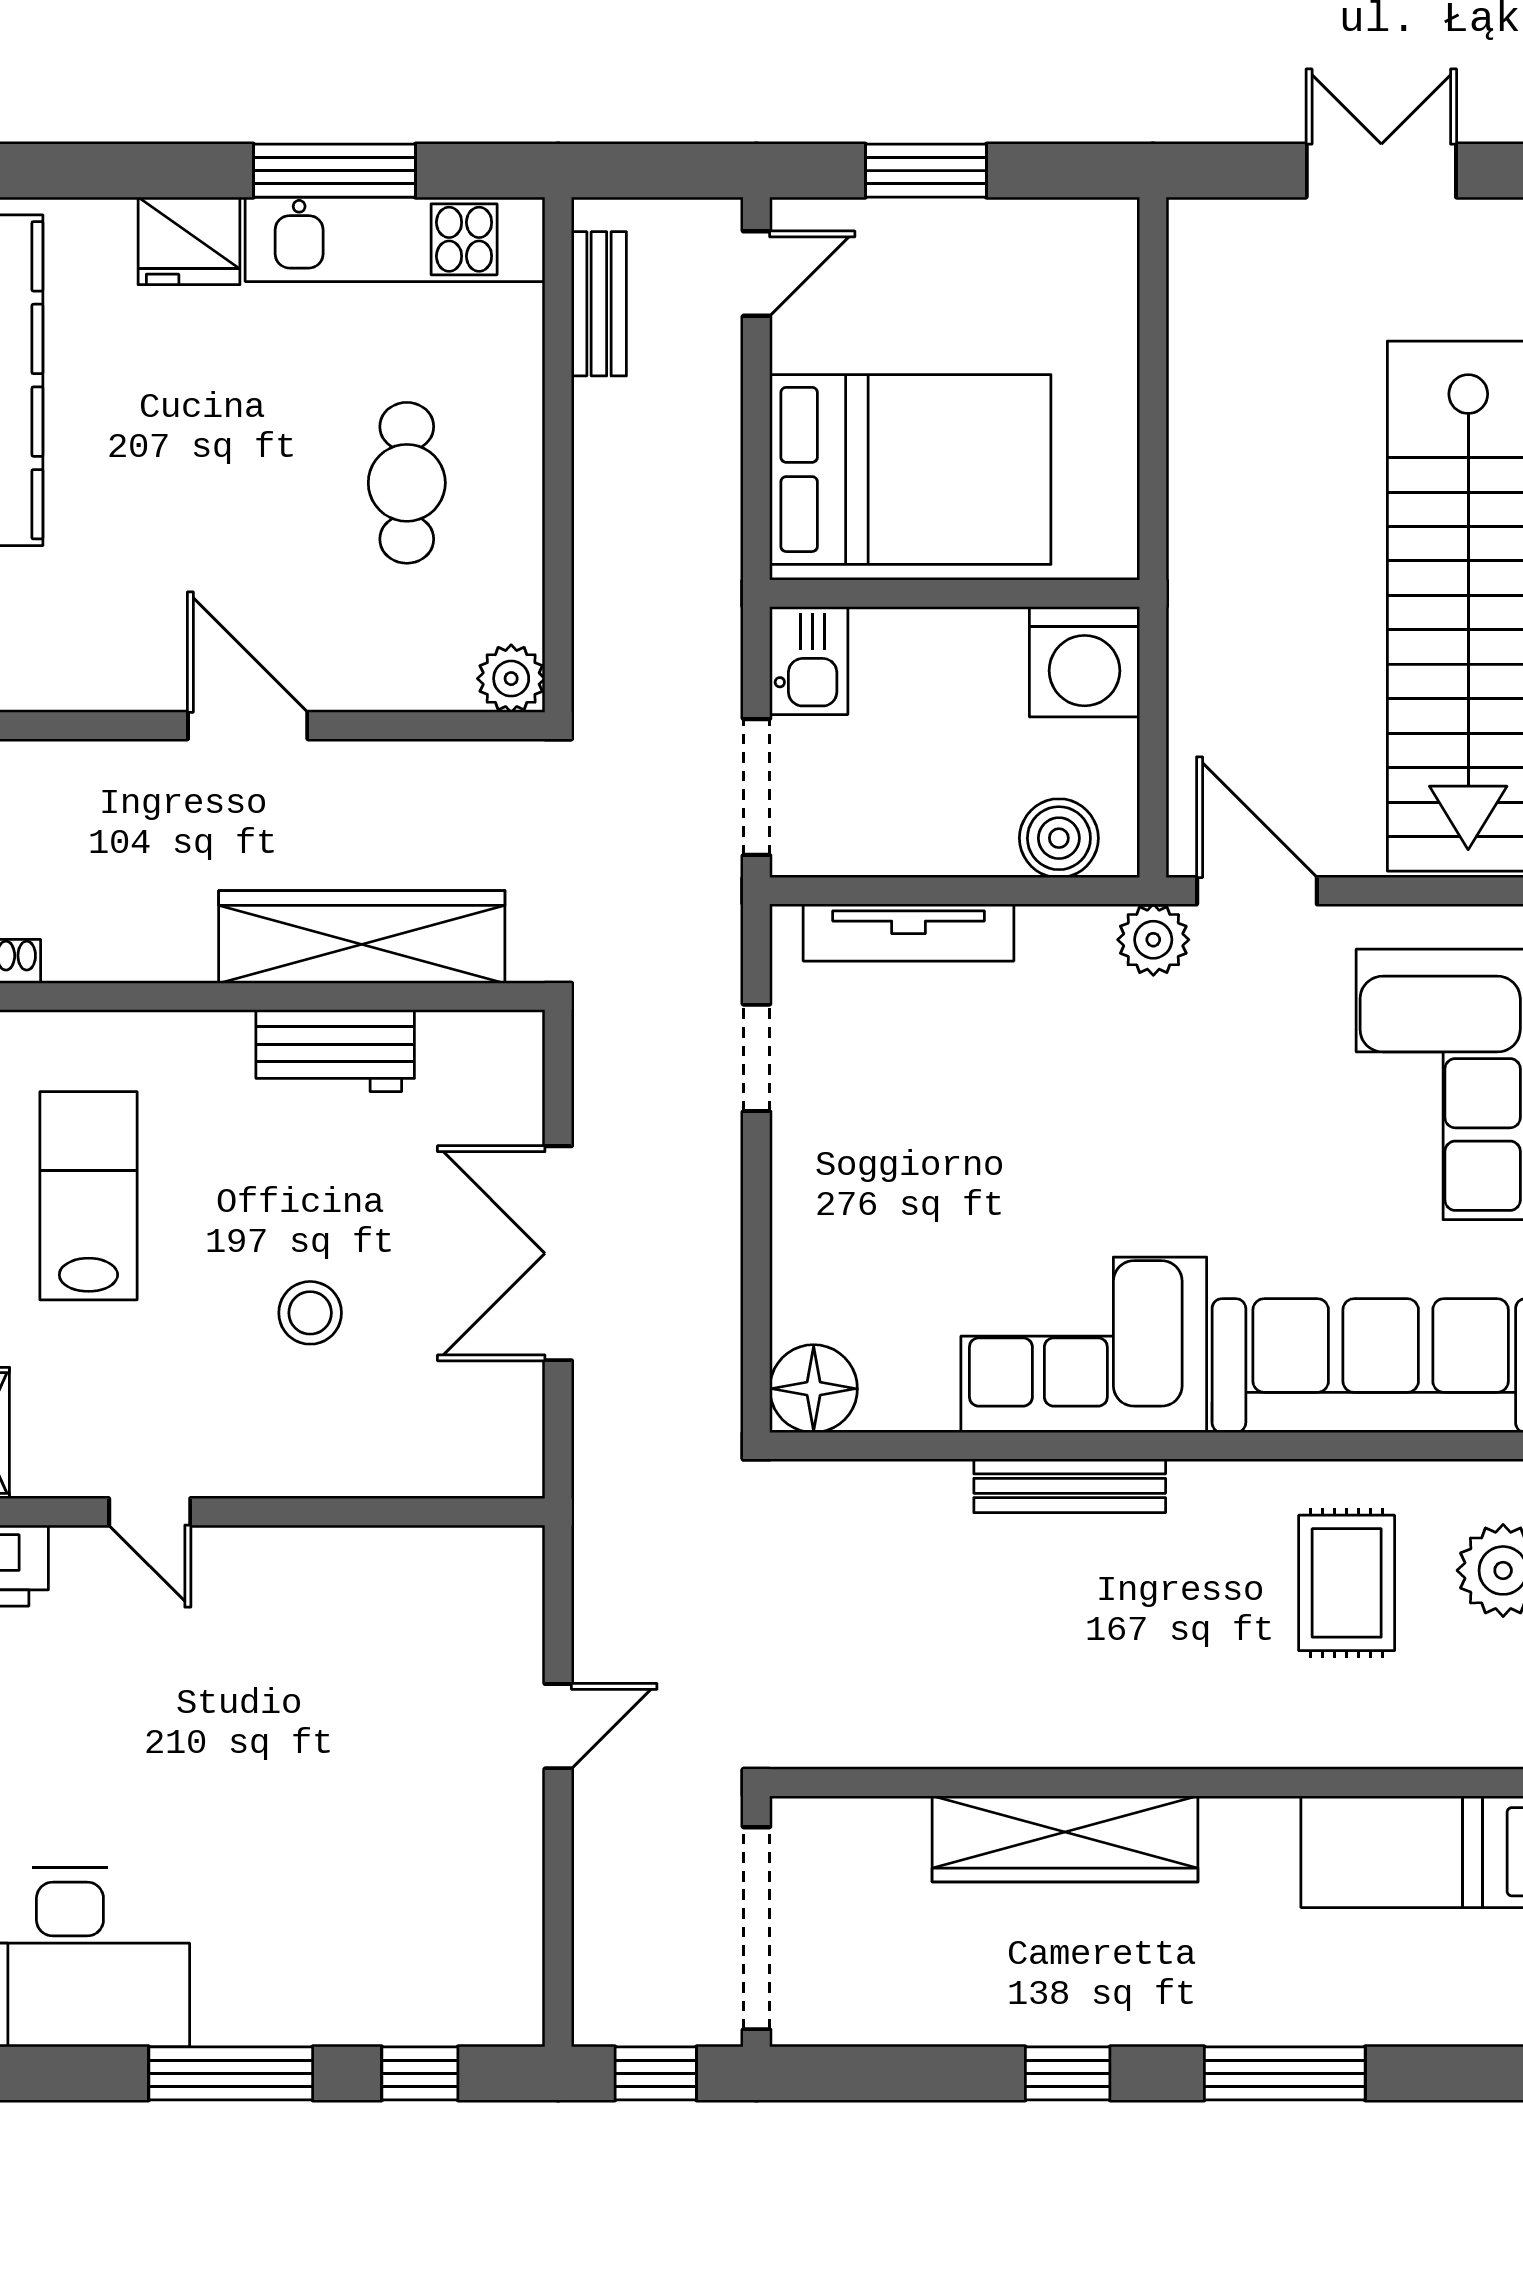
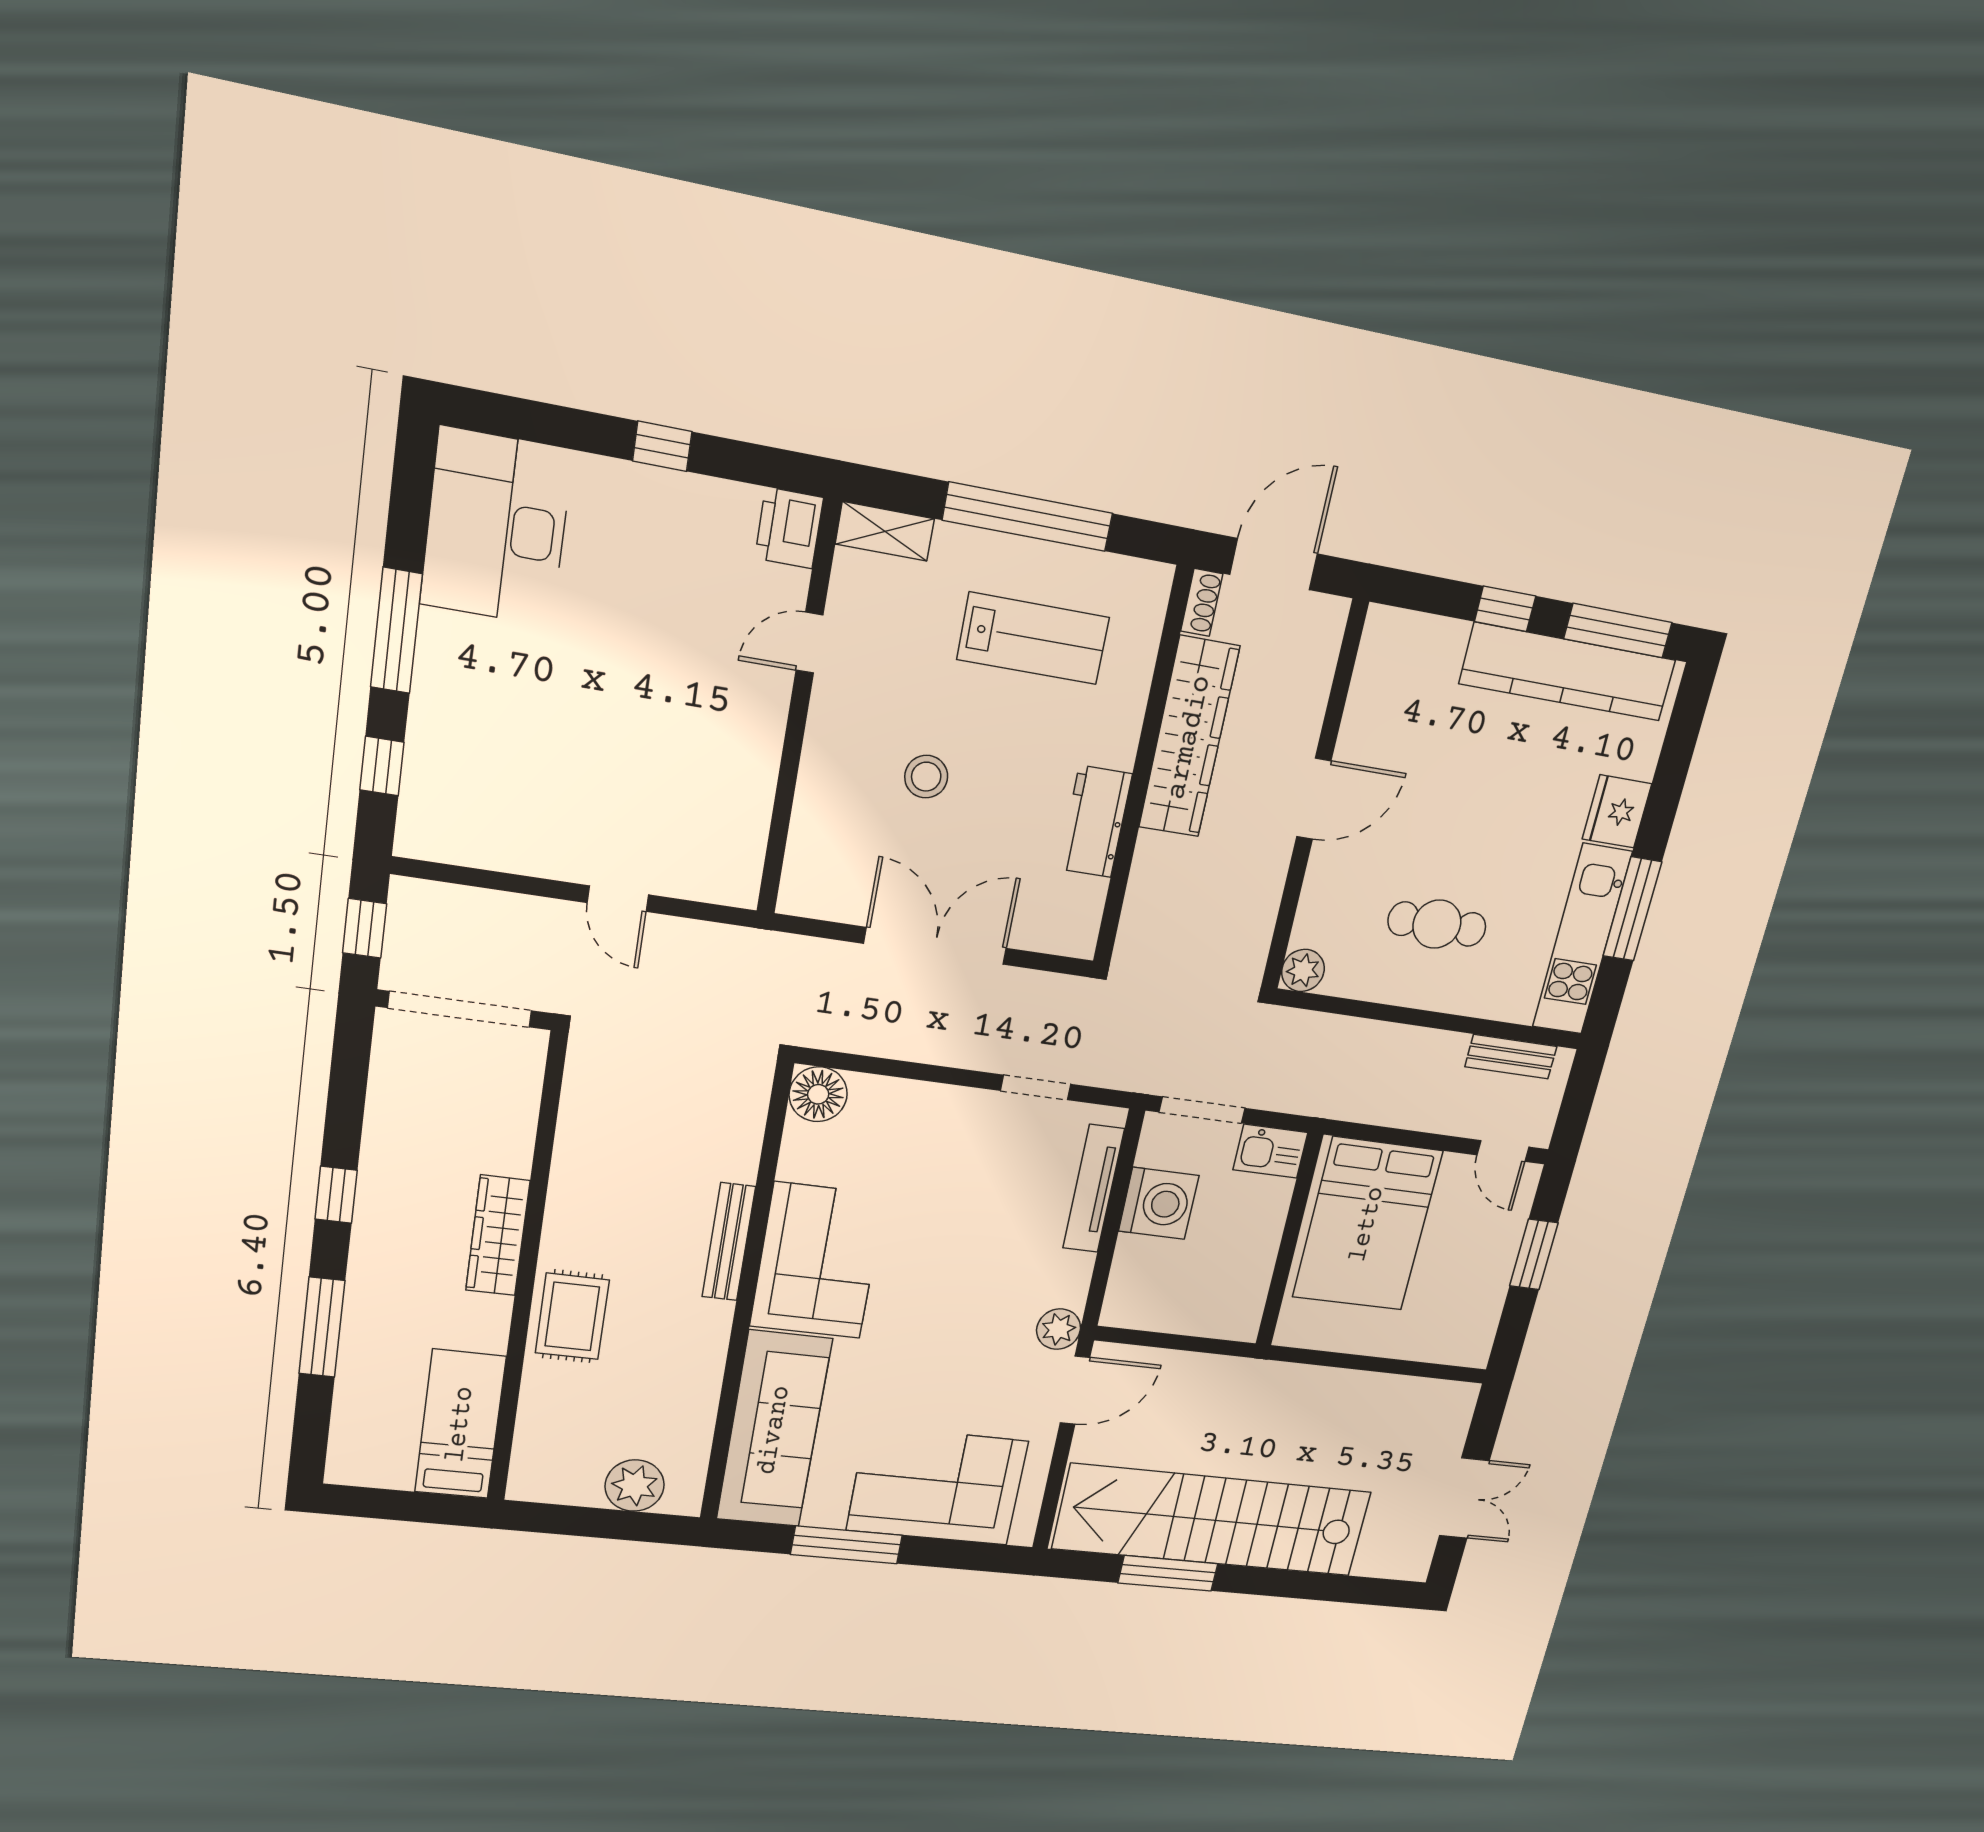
washing machine: (1085, 662) -> (1159, 1203), moved, turned 180
boiler: (1059, 838) -> (1131, 1283), removed
wardrobe: (362, 937) -> (1189, 737), moved
rug: (1347, 1583) -> (572, 1316), moved, turned 90
wardrobe: (1065, 1839) -> (498, 1236), width x0.71, depth x0.85

